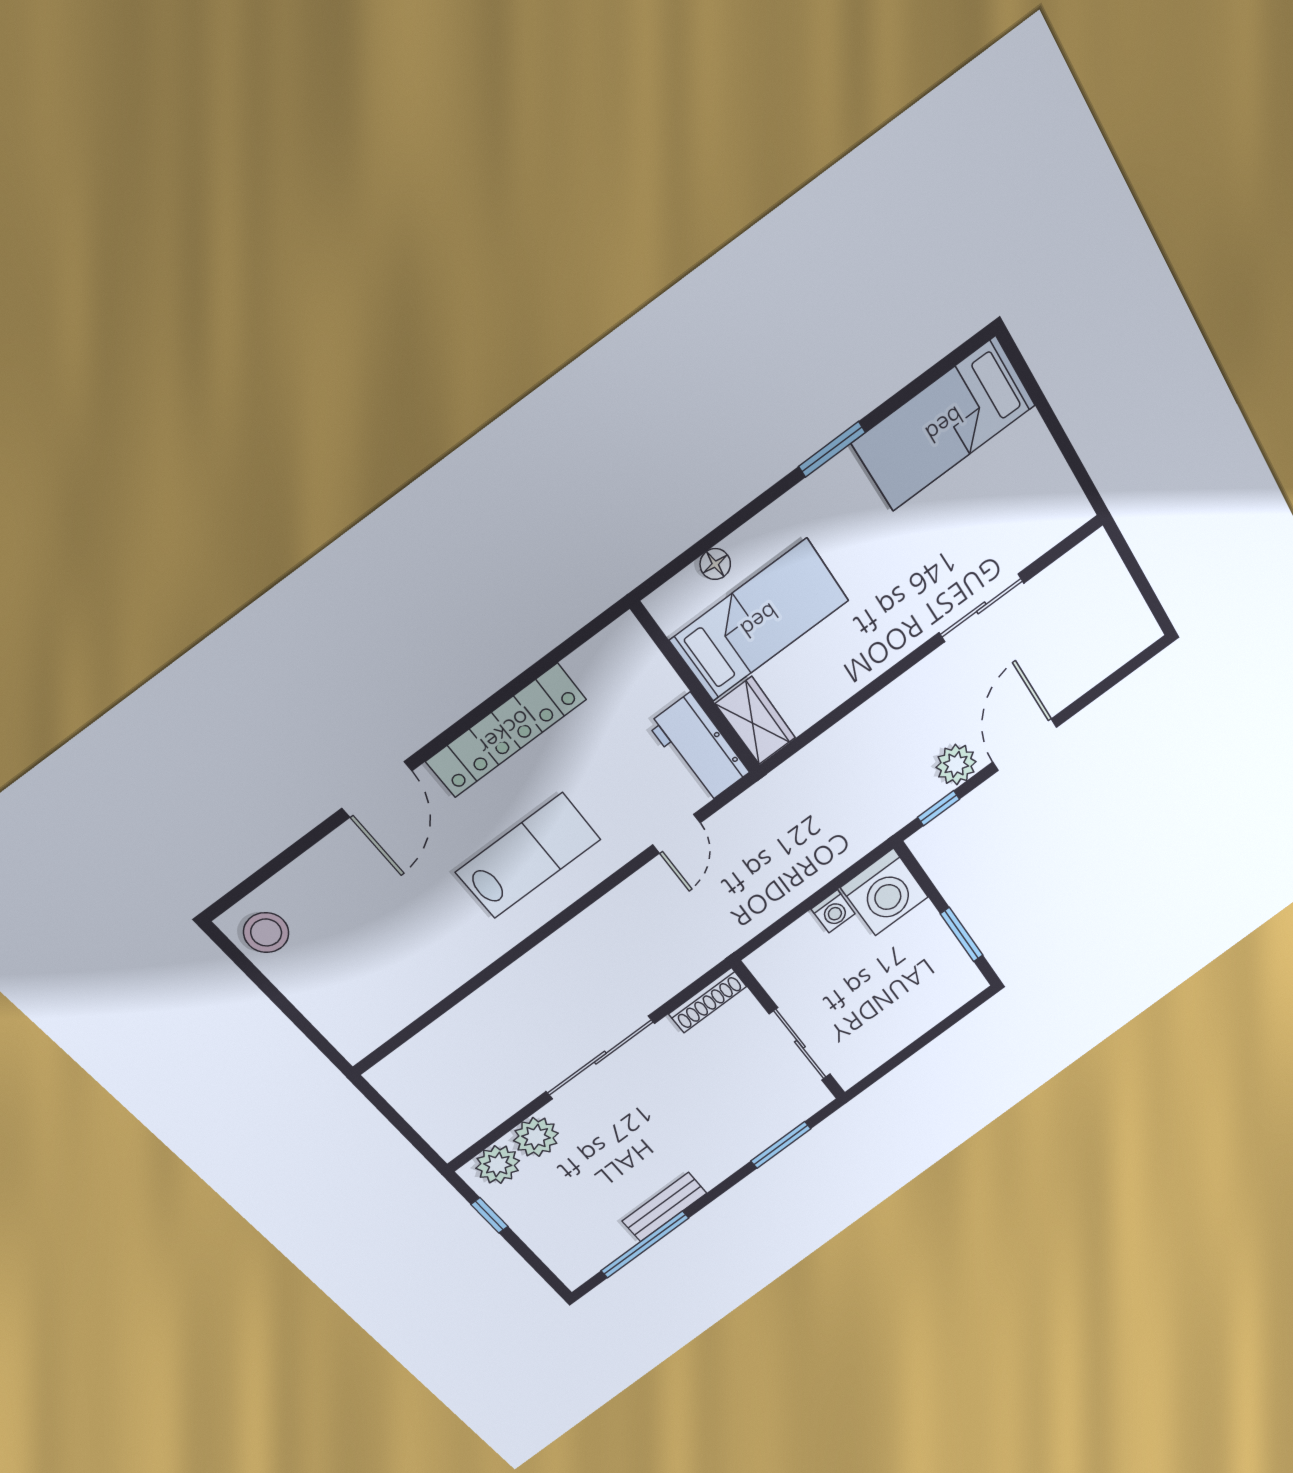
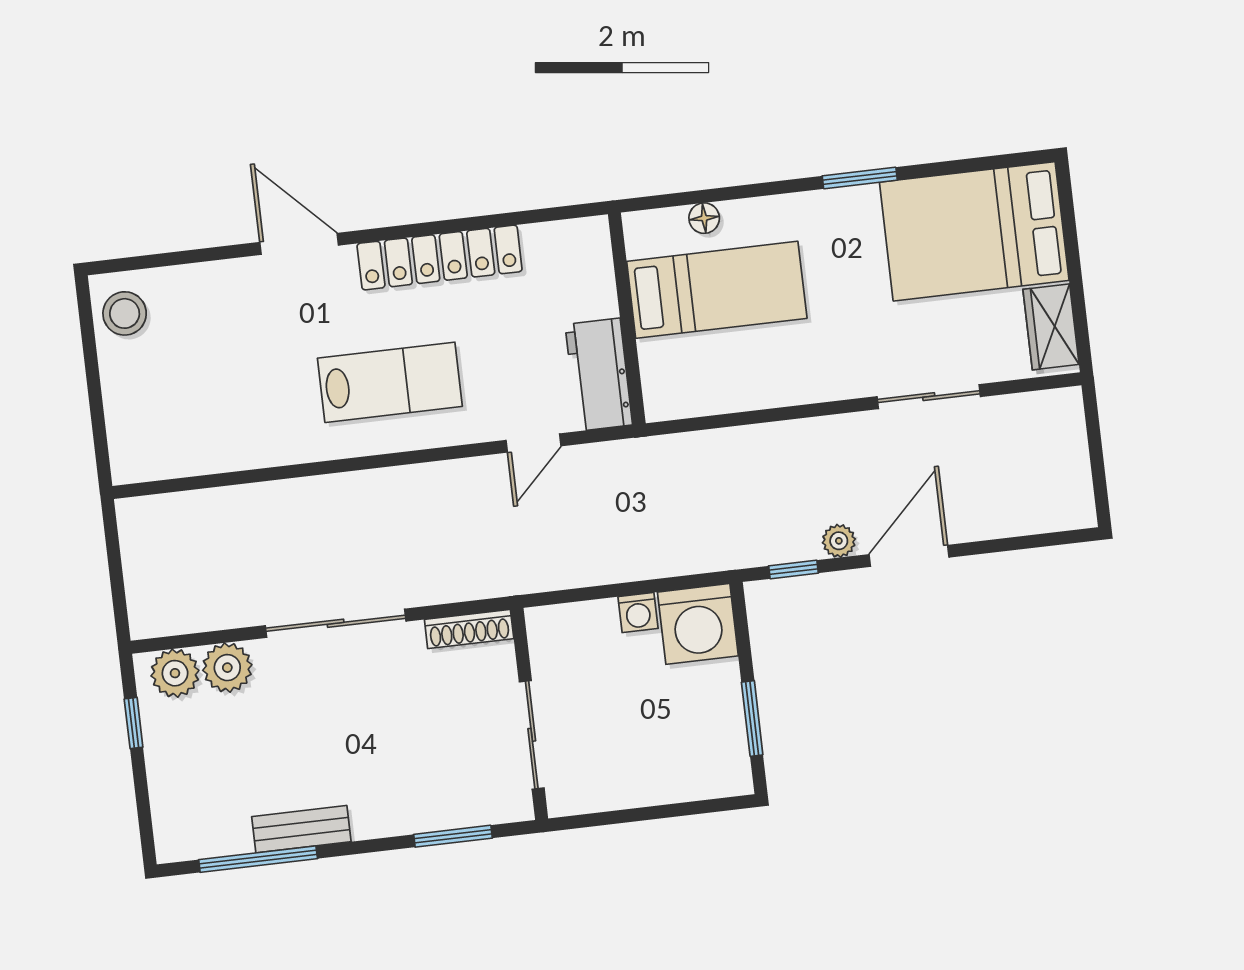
bed: (944, 424) -> (974, 231), width x1.50
wardrobe: (756, 721) -> (1051, 327), moved, turned 180
plant: (956, 765) -> (839, 541), width x0.73, depth x0.73
door: (377, 789) -> (299, 244), swing flipped

